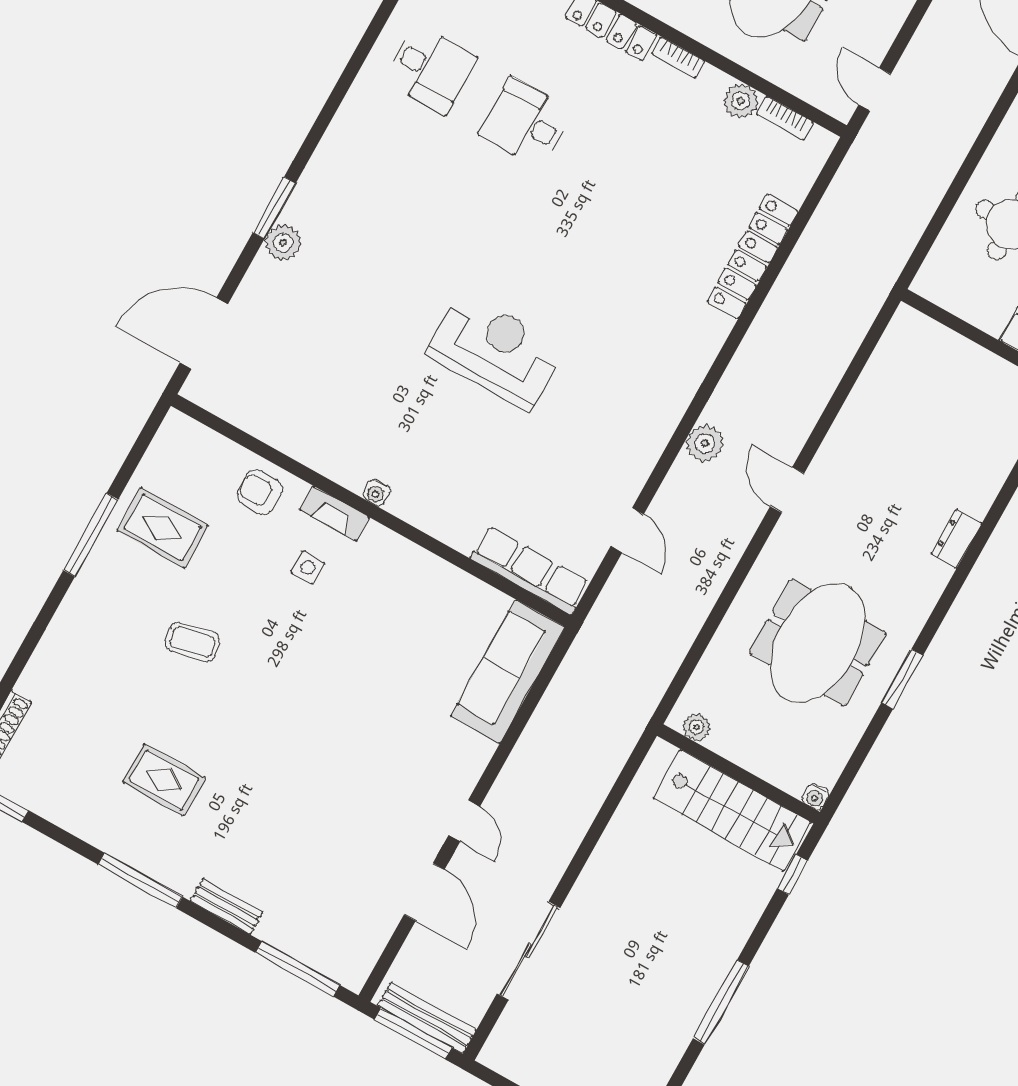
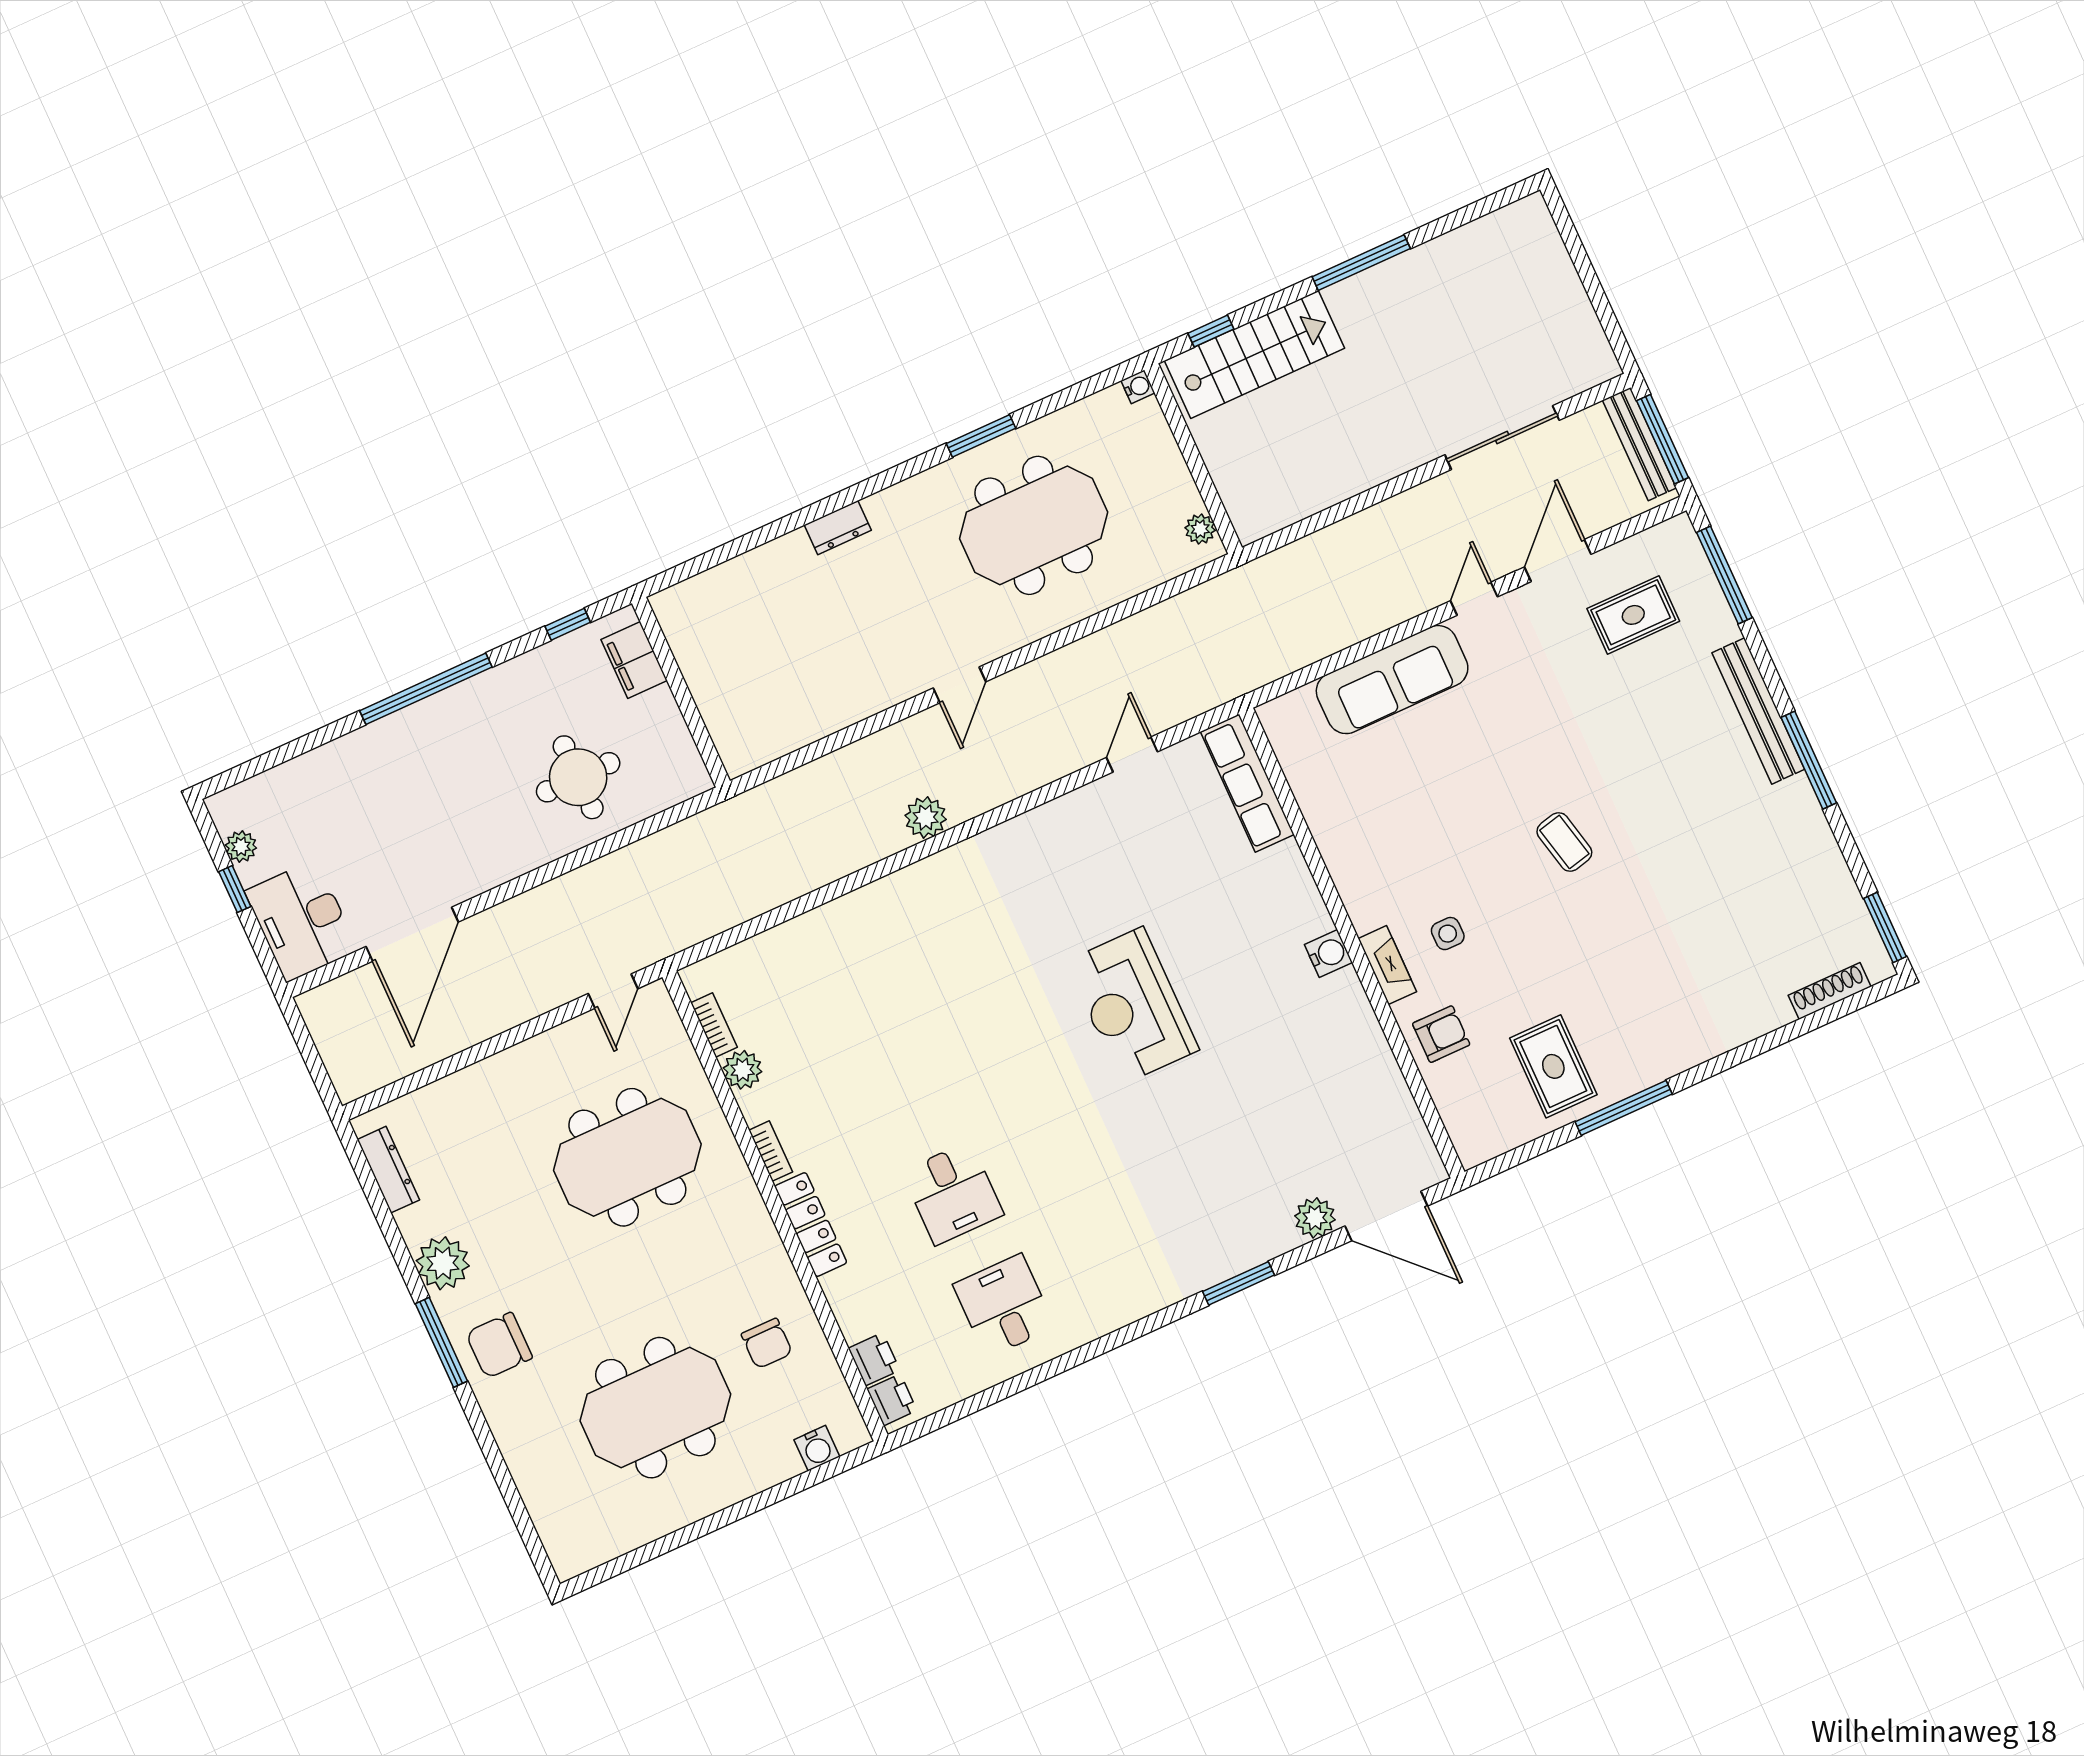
plant: (283, 243) -> (1315, 1218), moved
locker: (753, 256) -> (835, 920), removed
plant: (705, 443) -> (926, 817), moved
armchair: (260, 492) -> (1441, 1034), turned -90
water cooler: (376, 493) -> (1328, 954), width x1.38, depth x1.38
coffee table: (192, 642) -> (1564, 842), moved
sofa: (508, 671) -> (1392, 680), moved
rug: (164, 780) -> (1633, 615), moved, turned 90
stairs: (732, 810) -> (1255, 355), moved, turned 90
bench: (227, 906) -> (1758, 711), width x1.86, depth x1.21

